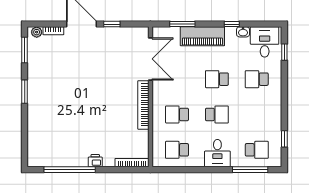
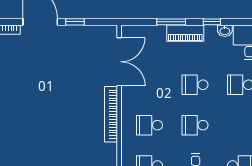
window: (182, 24) -> (171, 22), moved
piano: (202, 36) -> (185, 33), width x0.73, depth x0.75
school desk: (217, 114) -> (195, 125), turned 180

